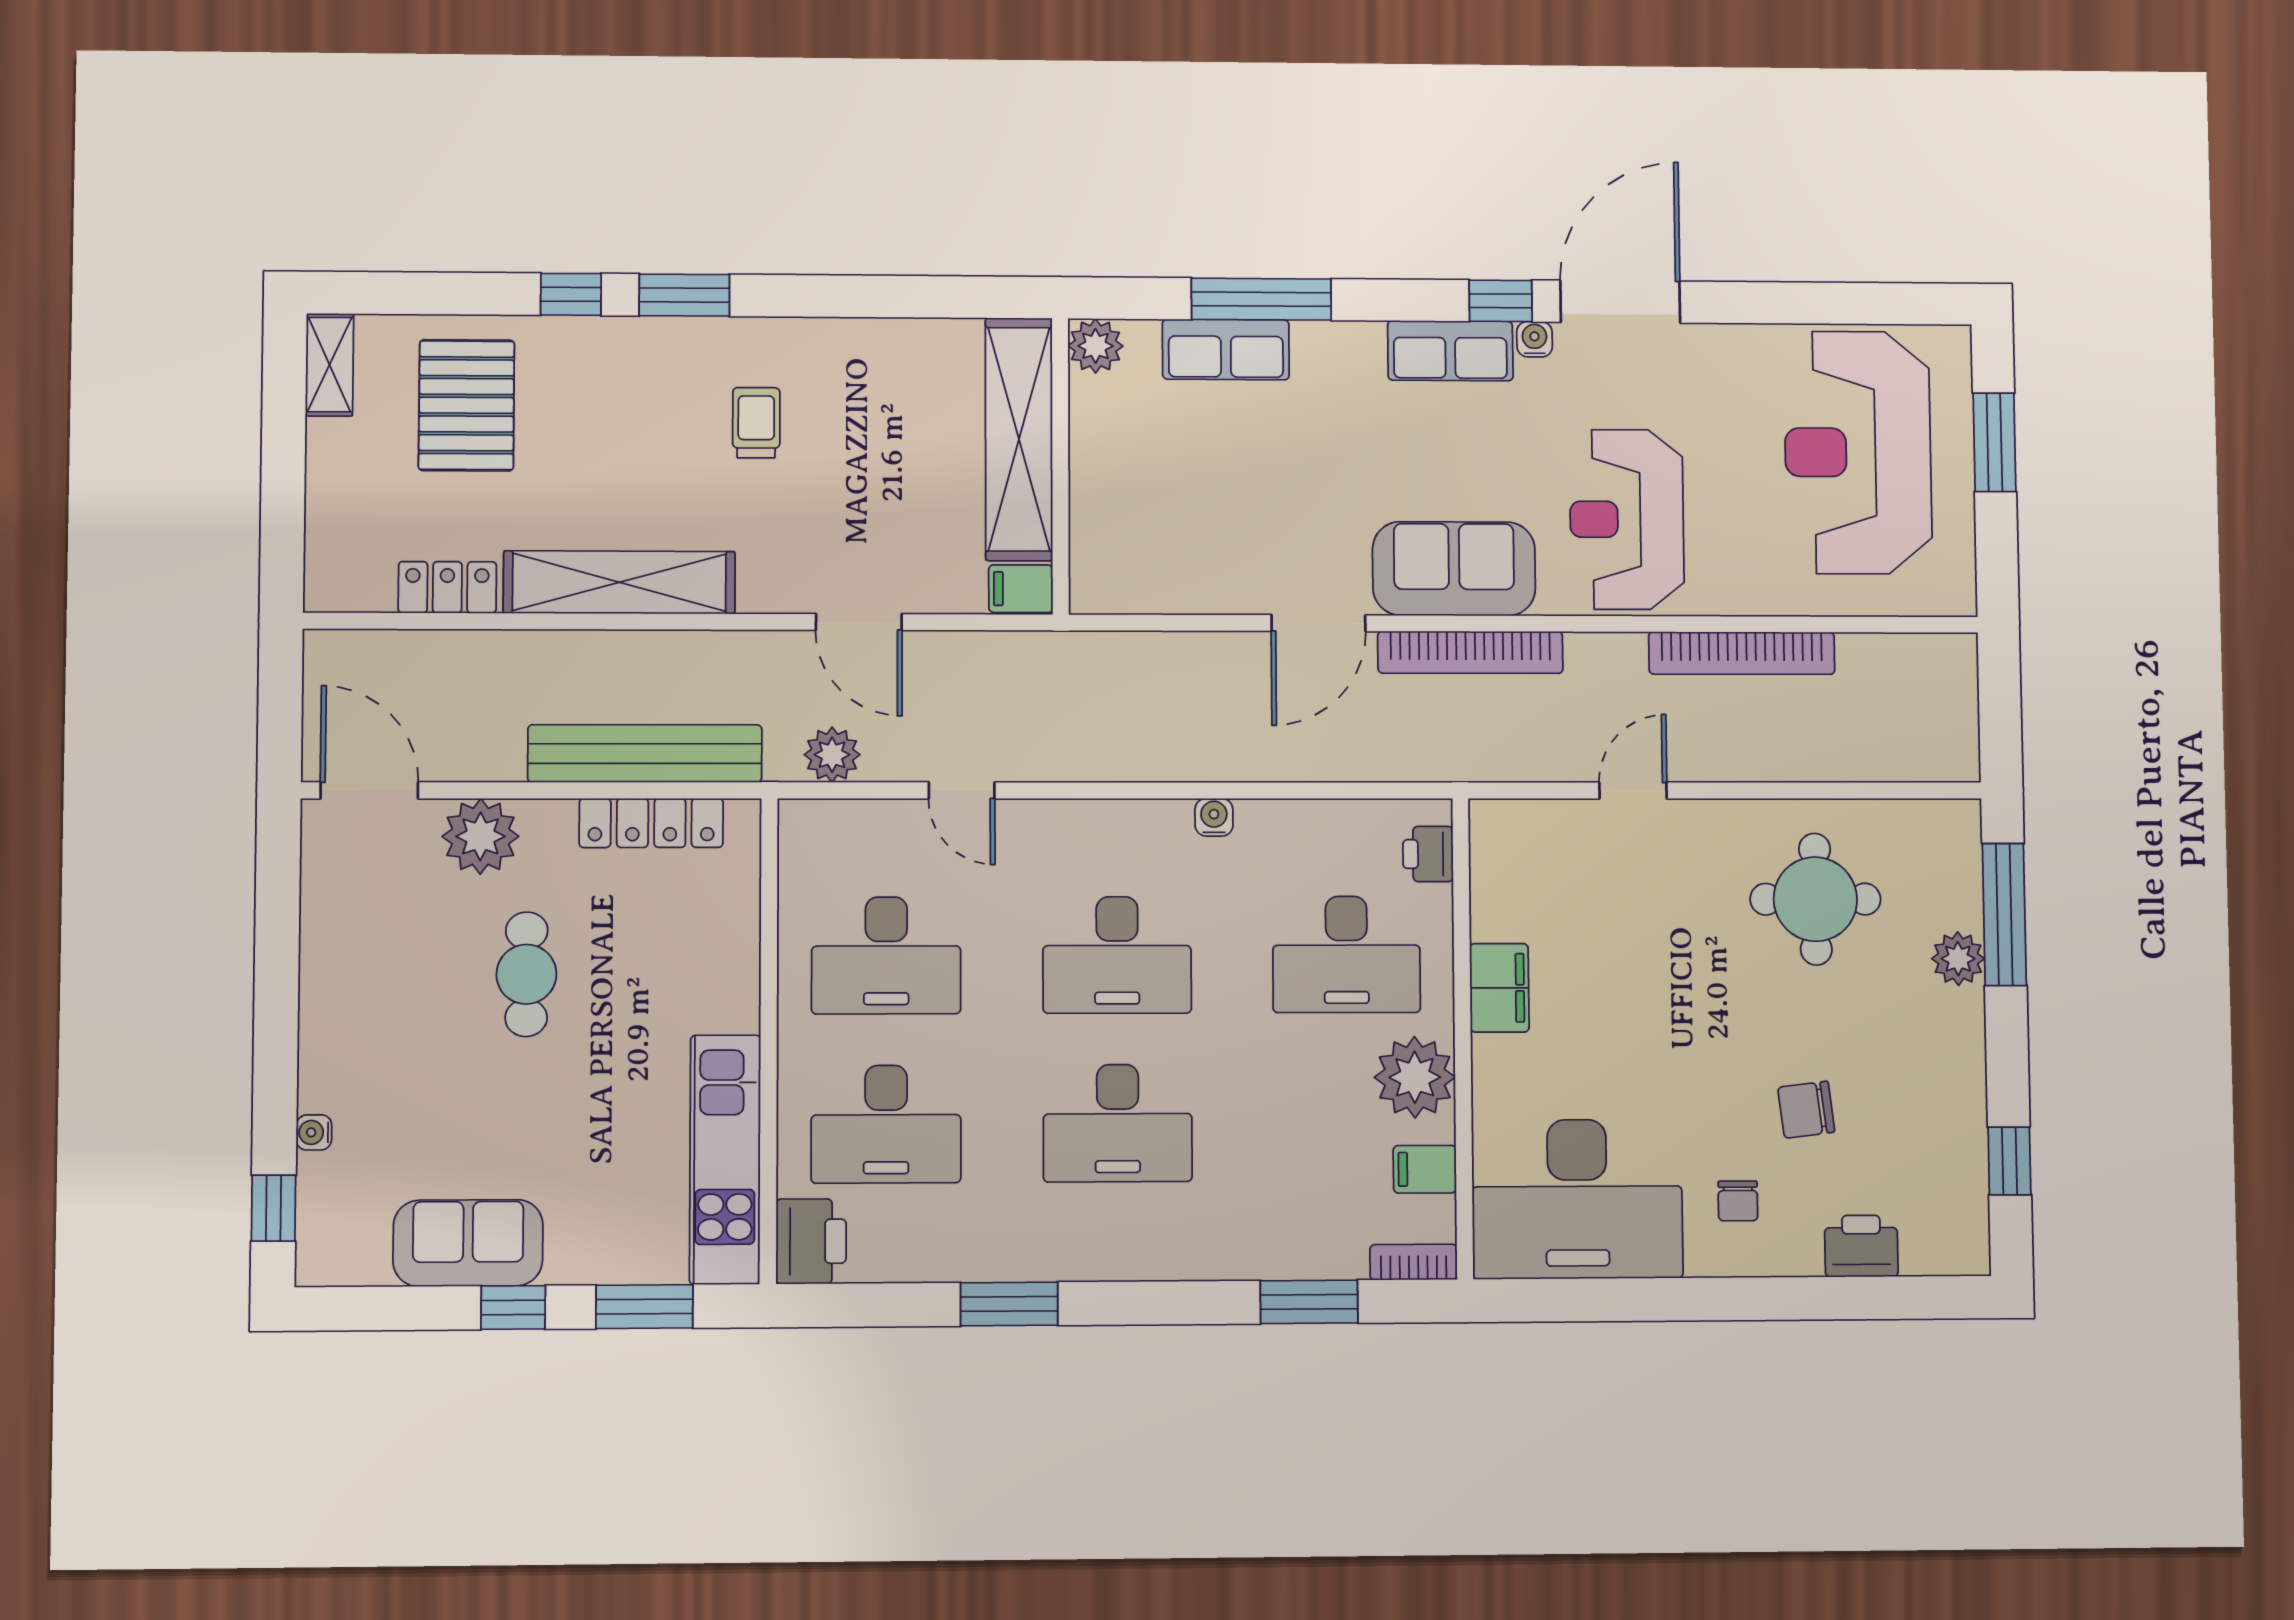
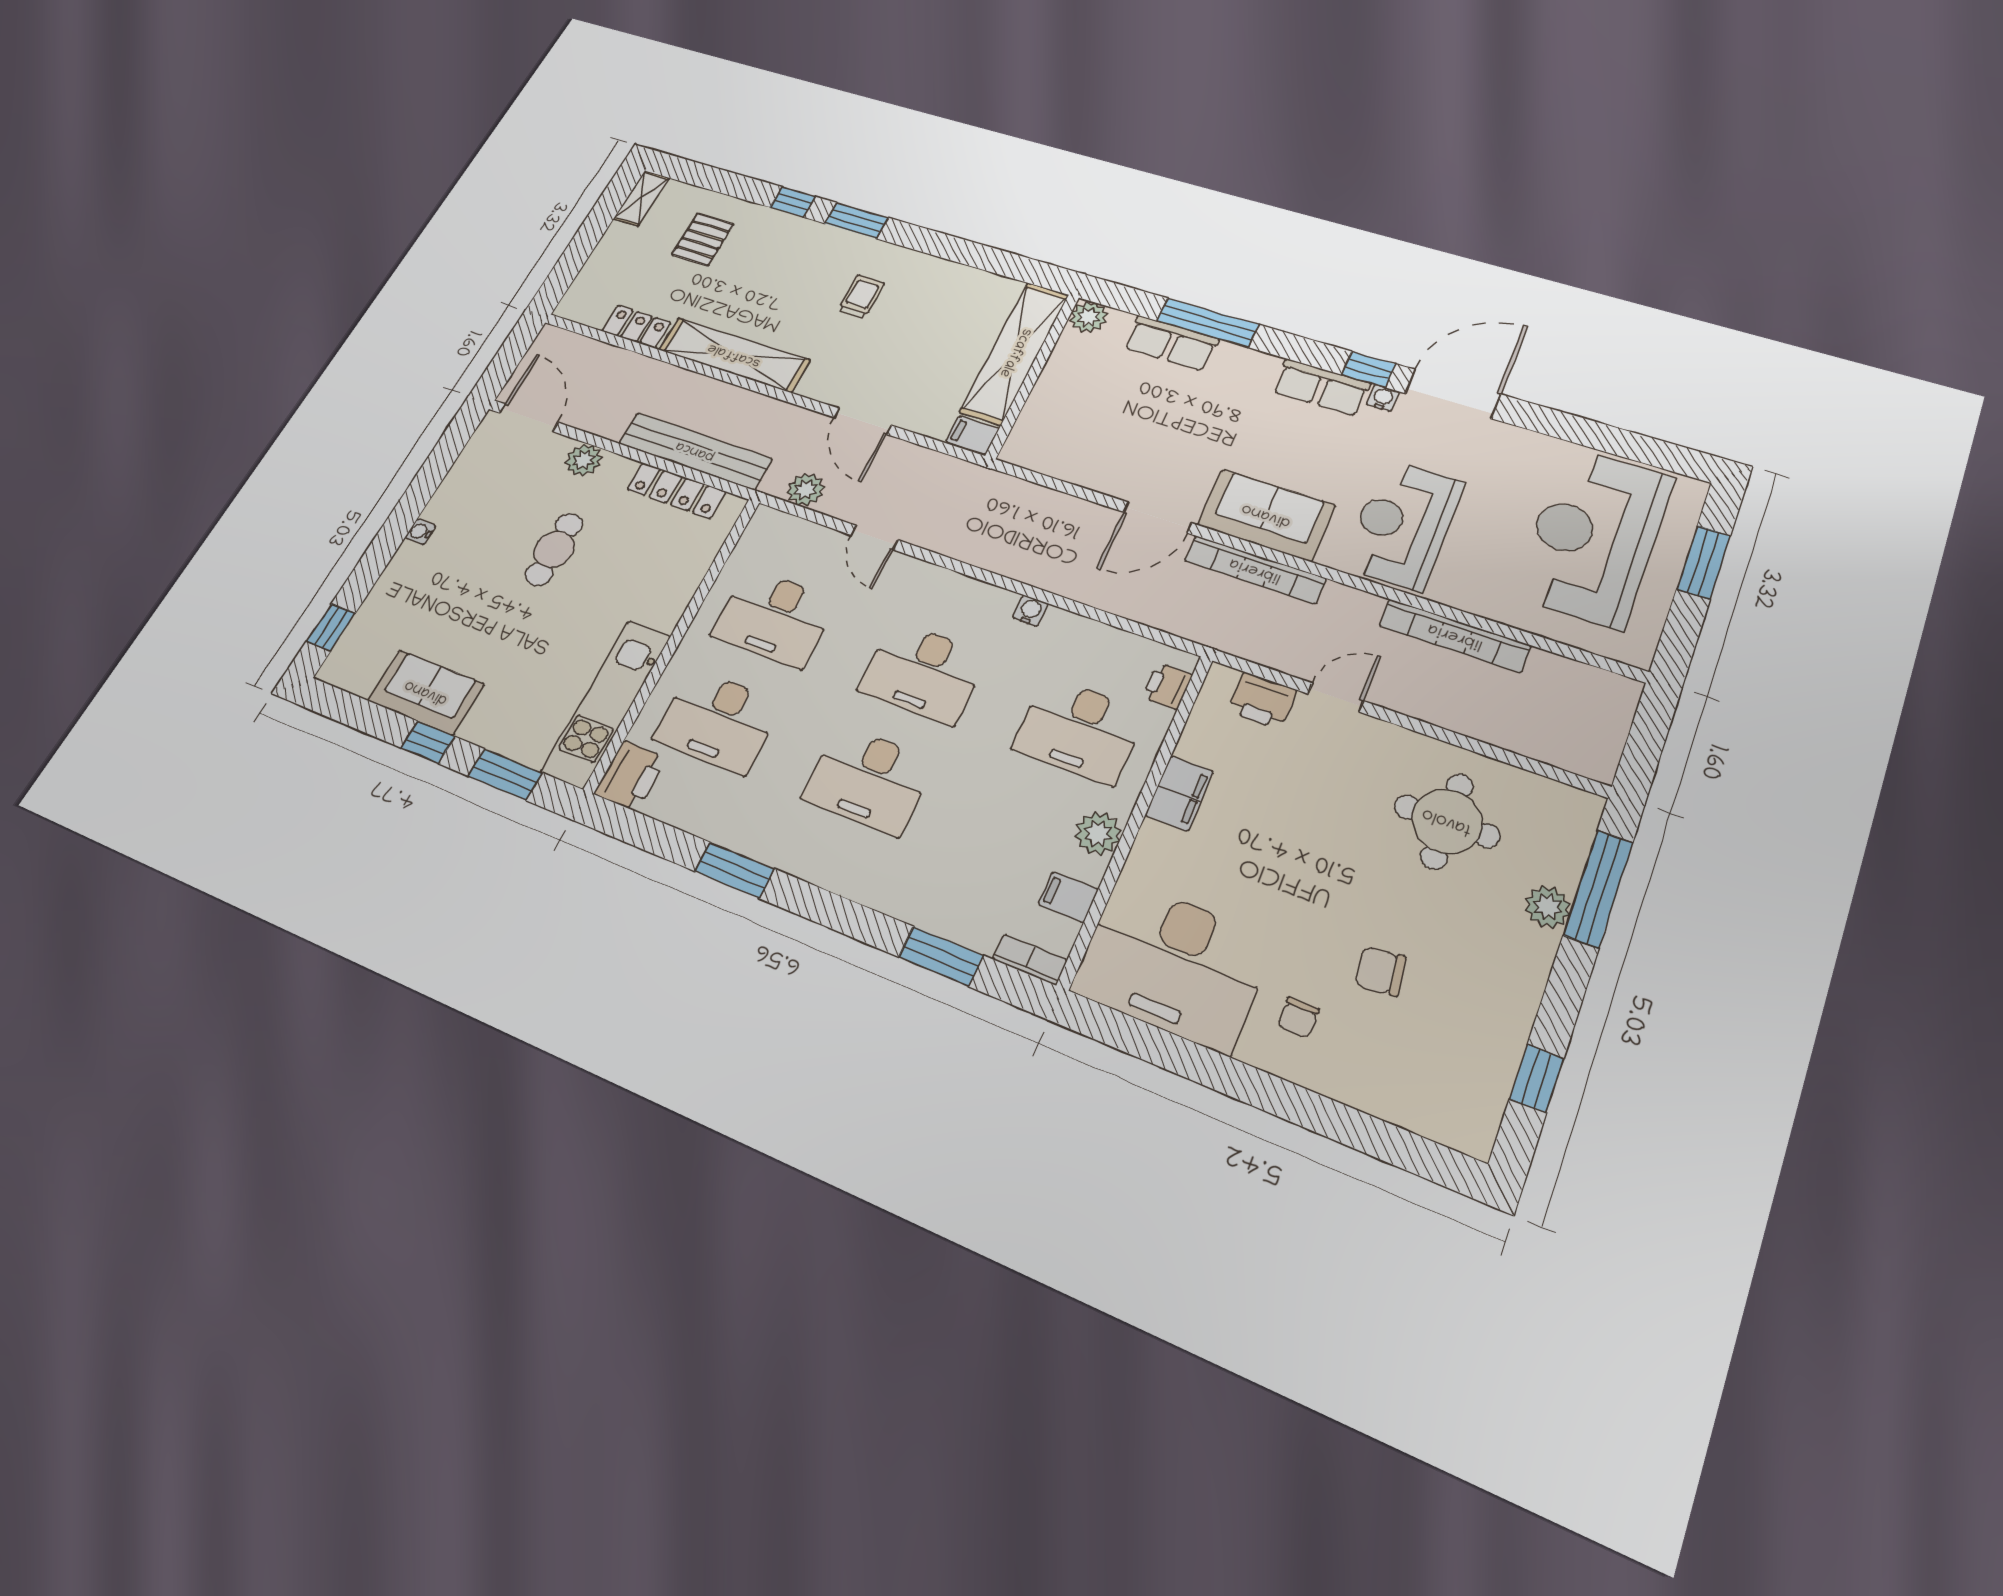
pallet: (466, 405) -> (703, 239), width x0.67, depth x0.71
plant: (480, 836) -> (584, 460), width x0.73, depth x0.73
plant: (1415, 1077) -> (1098, 833), width x0.73, depth x0.73
water cooler: (314, 1132) -> (420, 532), moved
printer: (1861, 1246) -> (1262, 700), moved, turned 180

